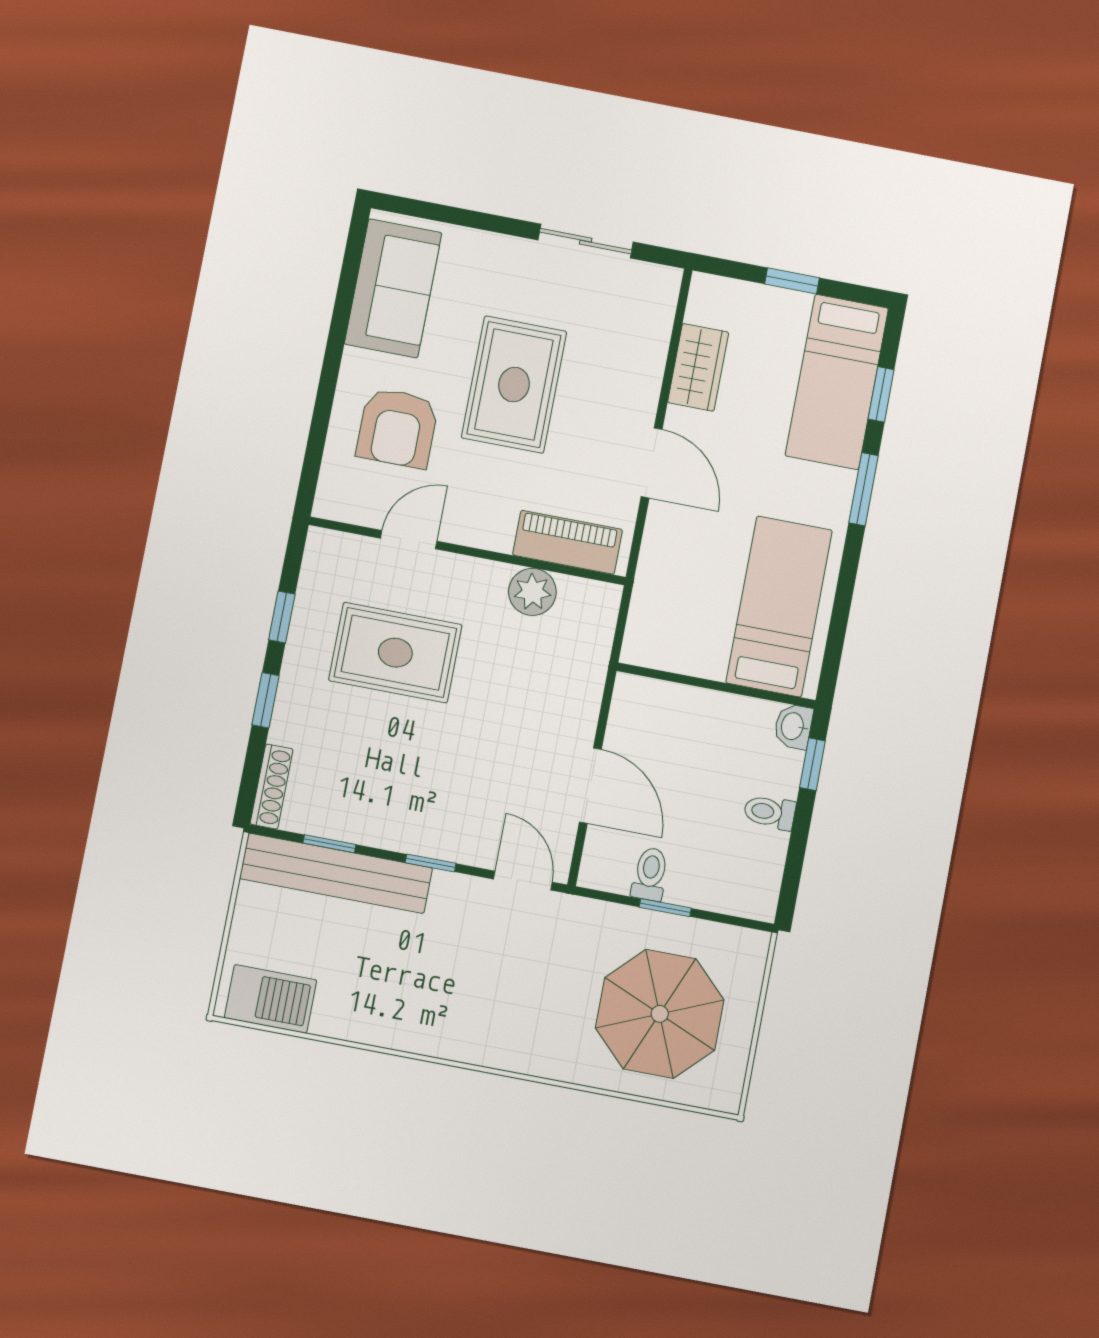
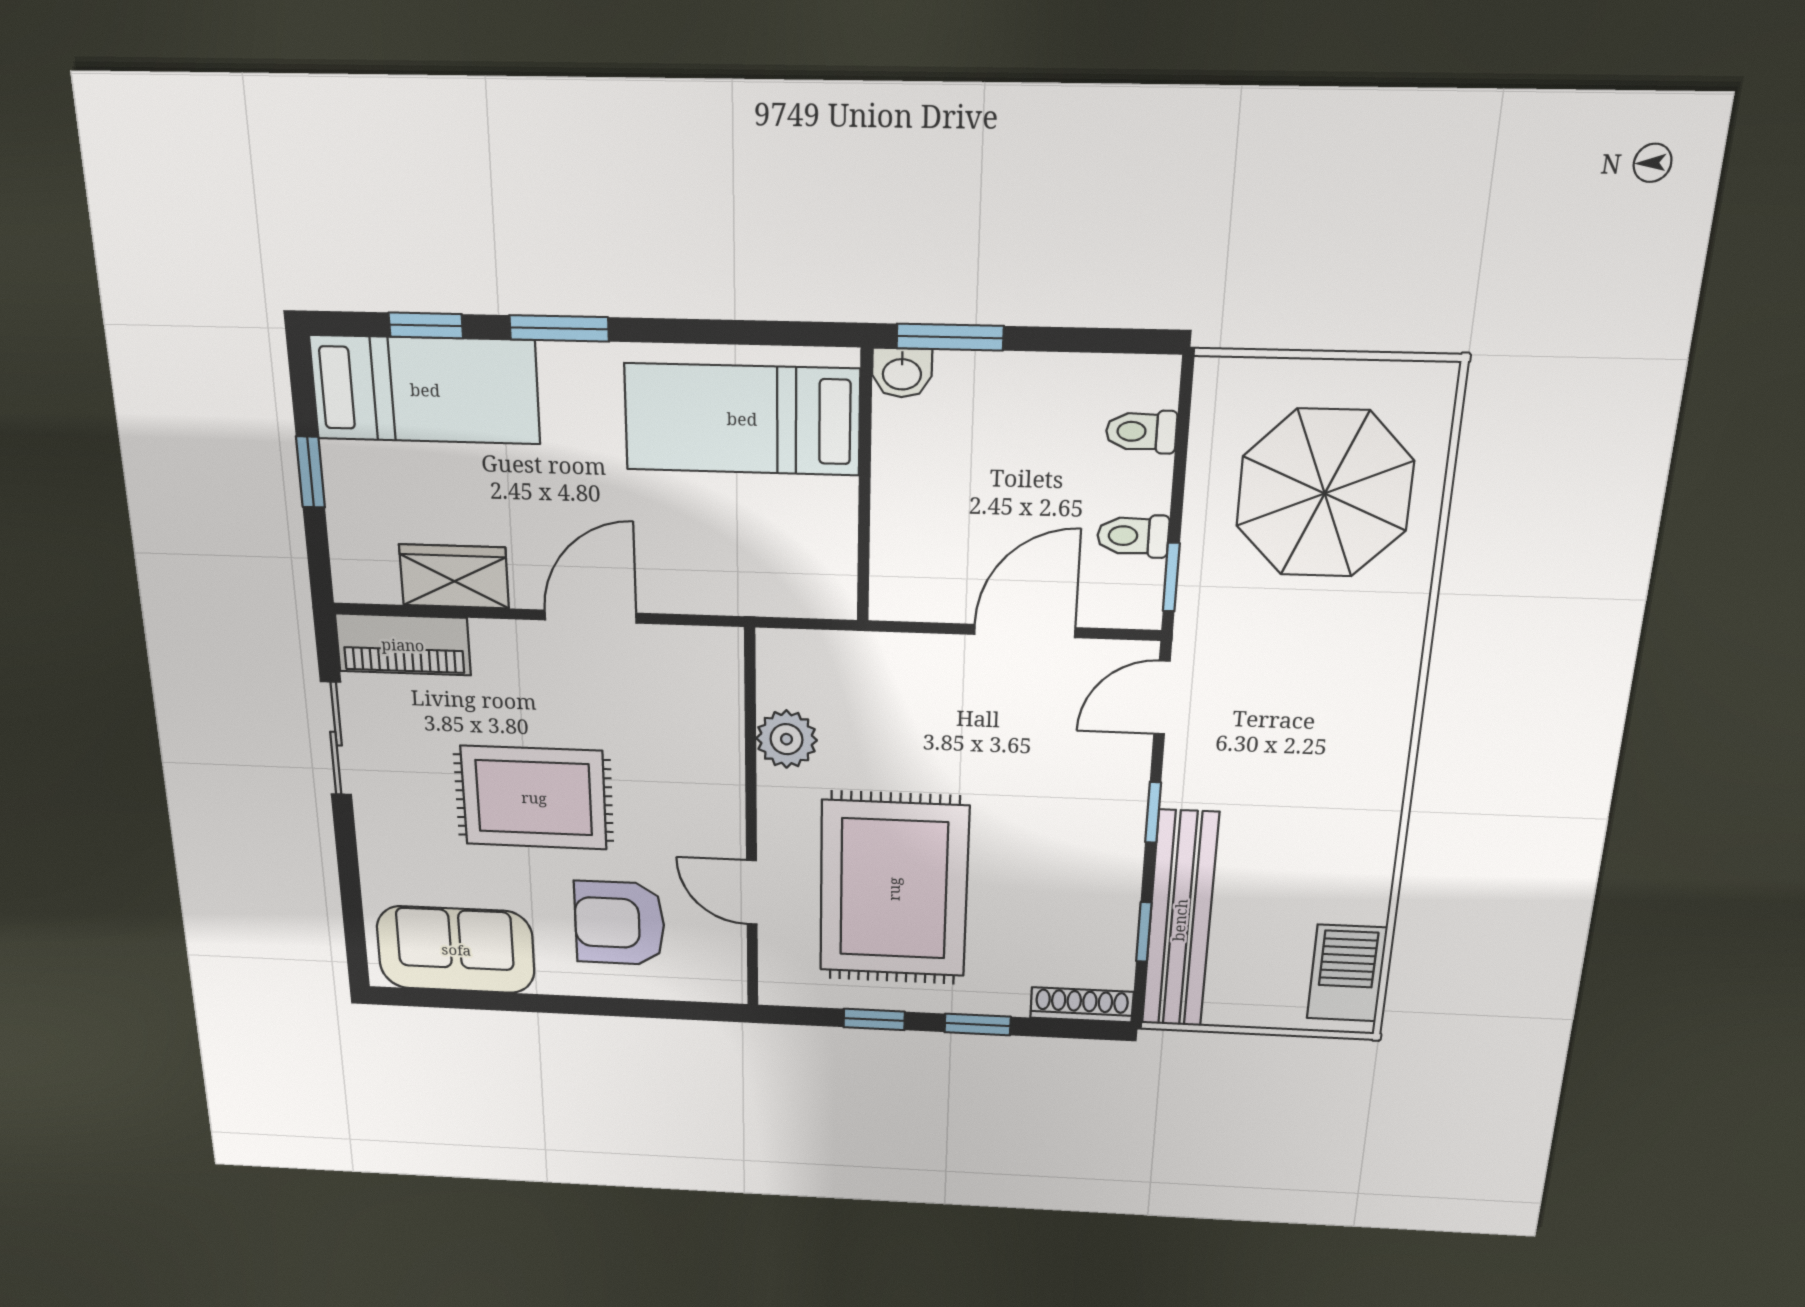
armchair: (397, 428) -> (620, 923), turned 180
piano: (568, 542) -> (403, 645), moved, turned -90
rug: (395, 653) -> (894, 889), width x1.37, depth x1.44
window: (812, 764) -> (950, 337), width x1.50
toilet: (770, 812) -> (1141, 432), moved, turned 90
window: (665, 908) -> (1171, 577), moved

